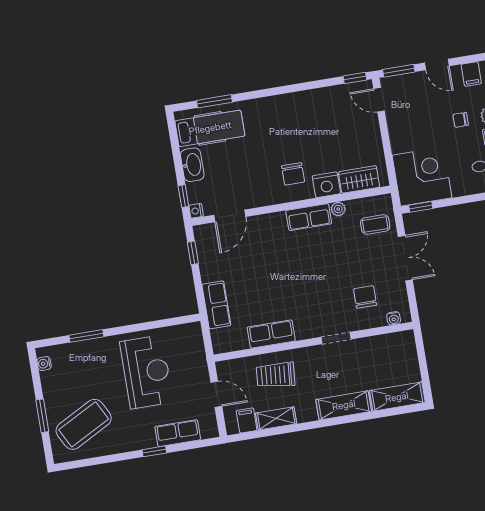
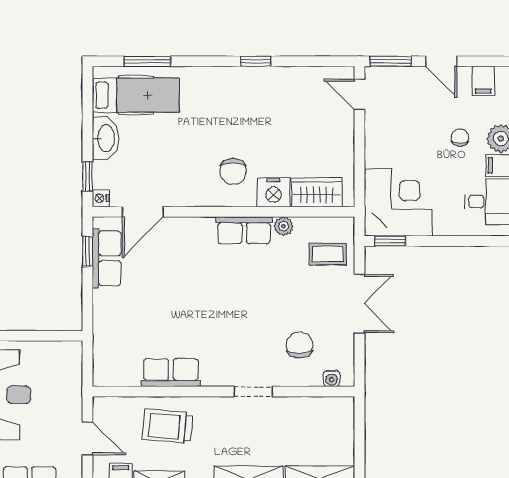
window: (355, 78) -> (256, 61), moved
chair: (461, 120) -> (460, 138), turned 90
row of seats: (216, 305) -> (107, 258), moved

